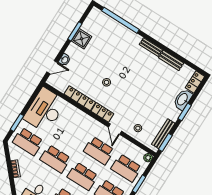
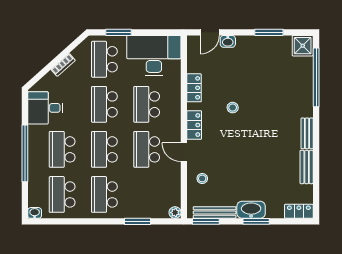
shower: (82, 39) -> (303, 46), moved
door: (52, 67) -> (210, 32), hinge flipped
locker: (80, 98) -> (194, 88), width x0.66
washbasin: (183, 99) -> (251, 210), moved
door: (115, 129) -> (184, 152), hinge flipped
school desk: (126, 168) -> (147, 104), moved

